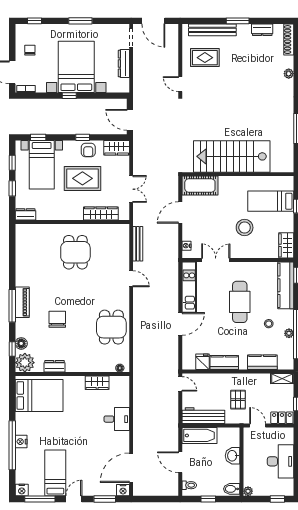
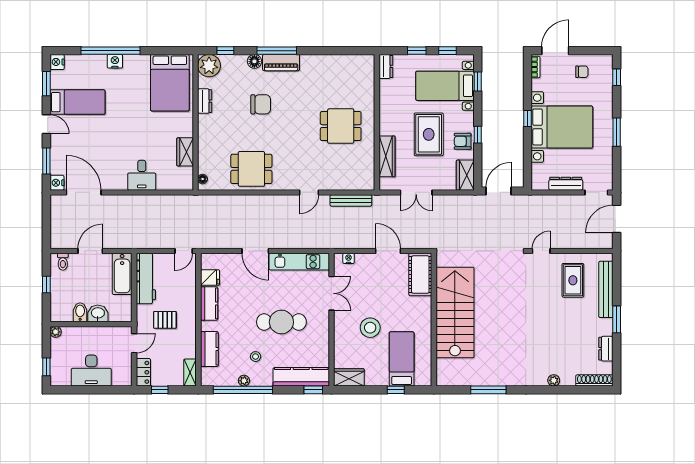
floor lamp: (21, 343) -> (254, 61), moved
bidet: (232, 489) -> (80, 312), moved
window: (40, 499) -> (46, 84), width x0.69

